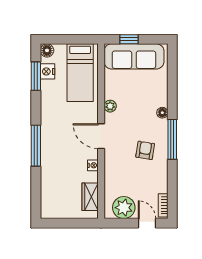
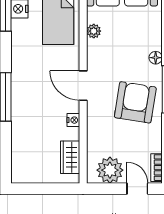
plant: (110, 106) -> (94, 31), moved
armchair: (145, 150) -> (135, 102), width x1.88, depth x1.88

